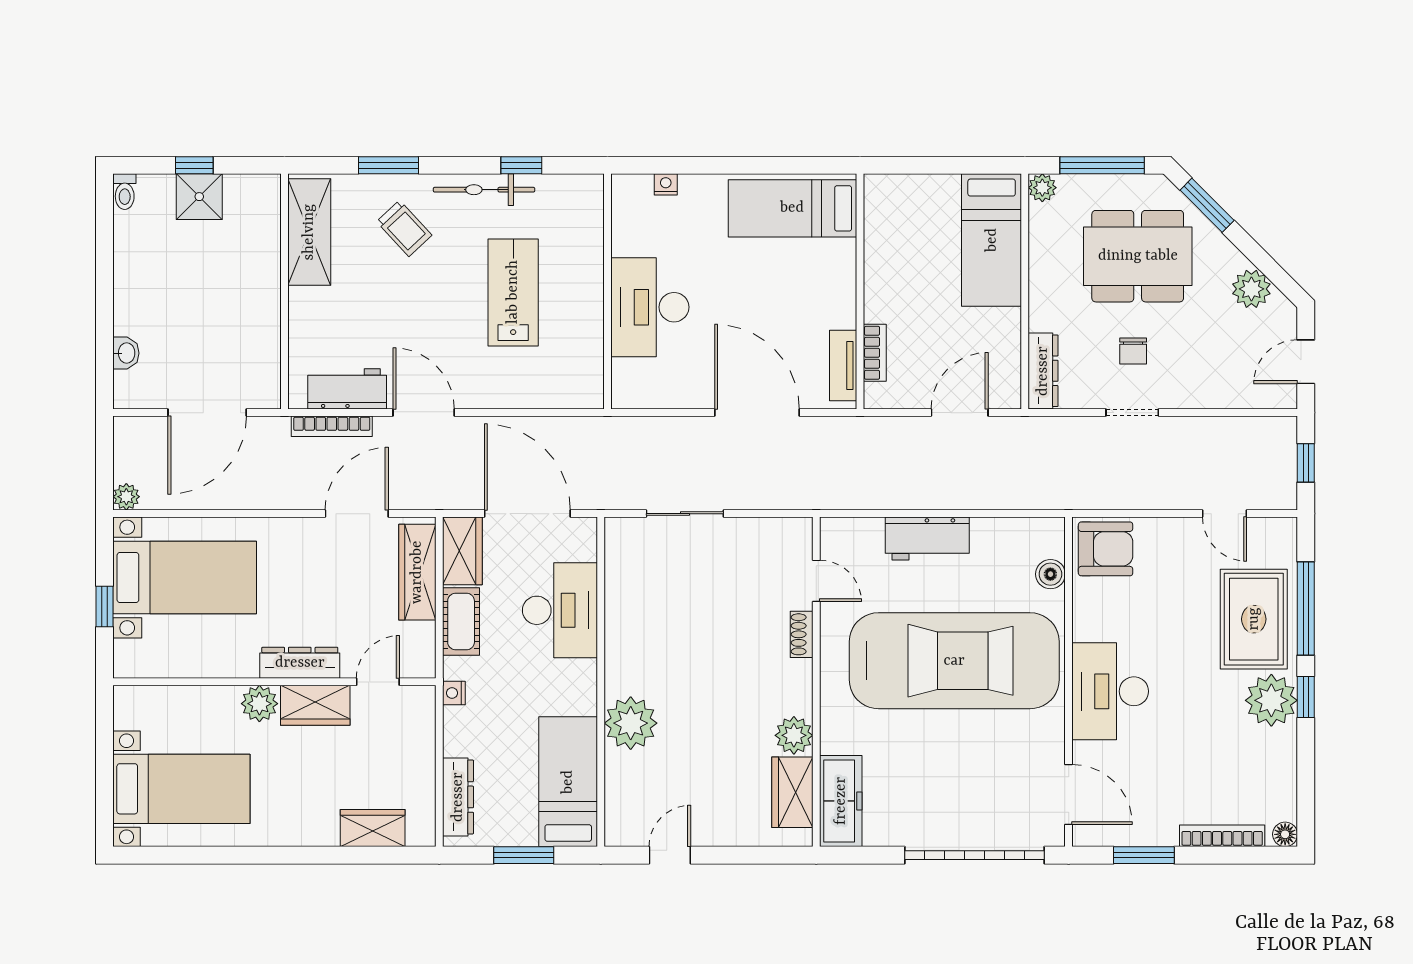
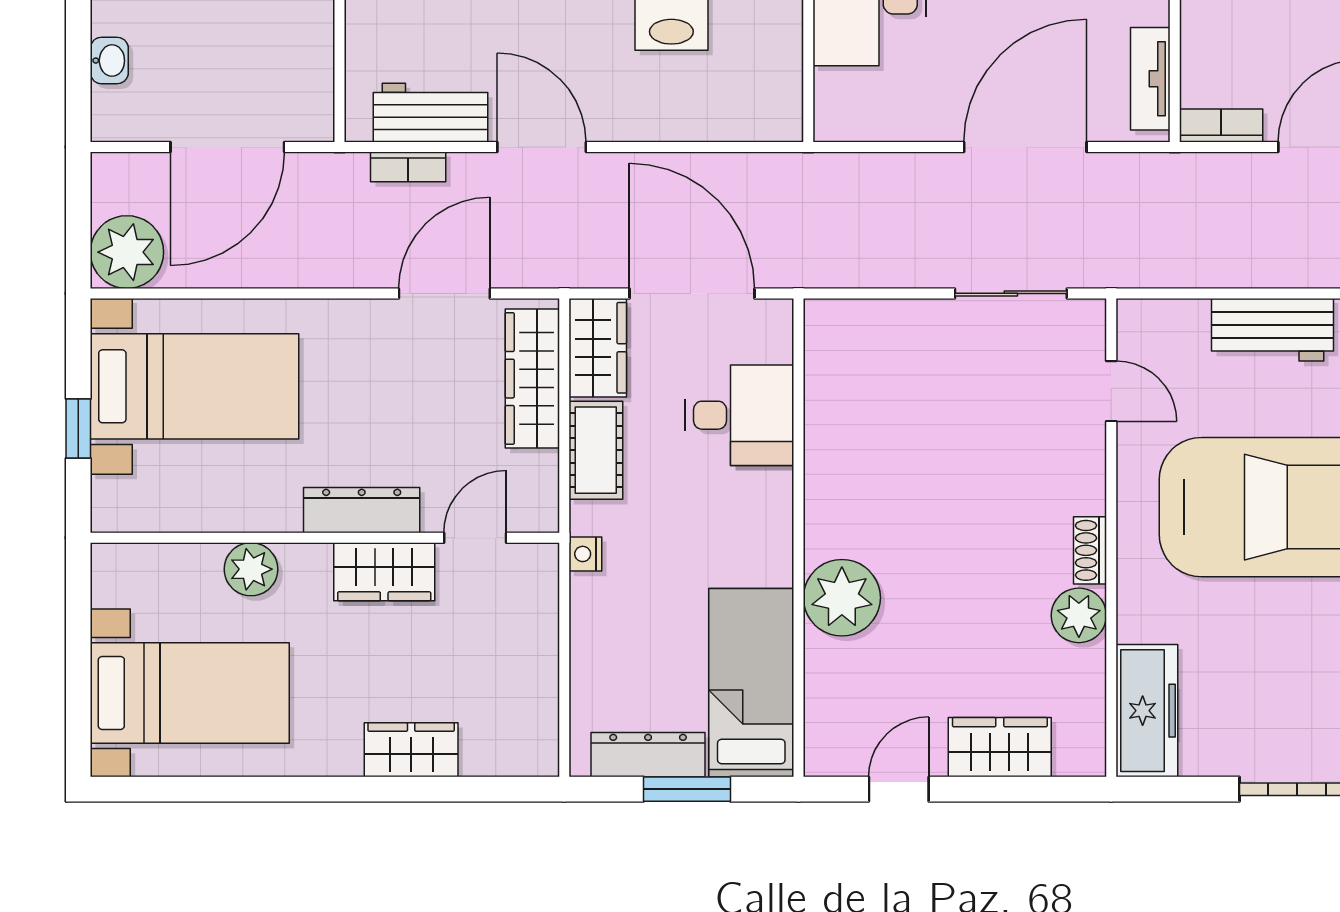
bookcase: (875, 353) -> (1221, 125), moved, turned -90
door: (757, 413) -> (1025, 147), hinge flipped
bookcase: (332, 426) -> (408, 167), width x0.64
plant: (126, 497) -> (127, 252), width x1.88, depth x1.88
sliding door: (685, 514) -> (1011, 293), moved
desk: (560, 610) -> (739, 415), width x0.73
shoe rack: (802, 634) -> (1090, 550), moved
plant: (259, 704) -> (251, 569), moved
wardrobe: (792, 792) -> (1000, 747), moved, turned 90
dresser: (458, 797) -> (648, 755), moved, turned -90
wardrobe: (373, 828) -> (411, 750), moved

